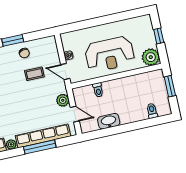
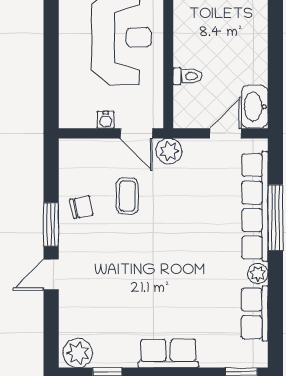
door: (65, 72) -> (136, 133), hinge flipped
plant: (63, 100) -> (169, 151), moved
washbasin: (109, 121) -> (255, 107), moved

